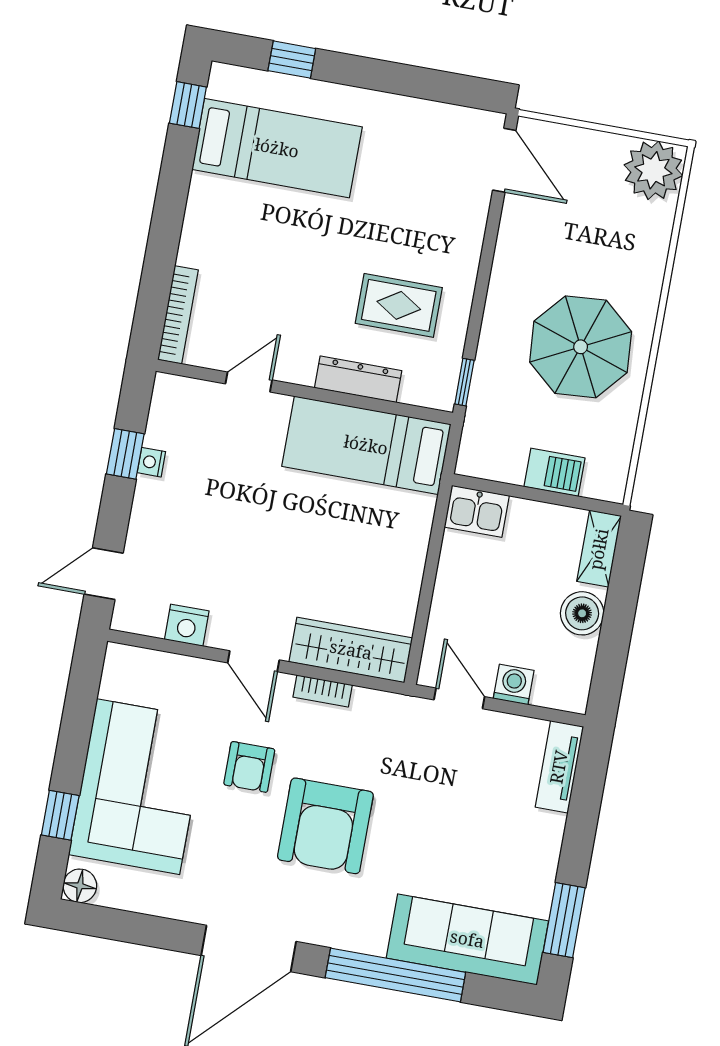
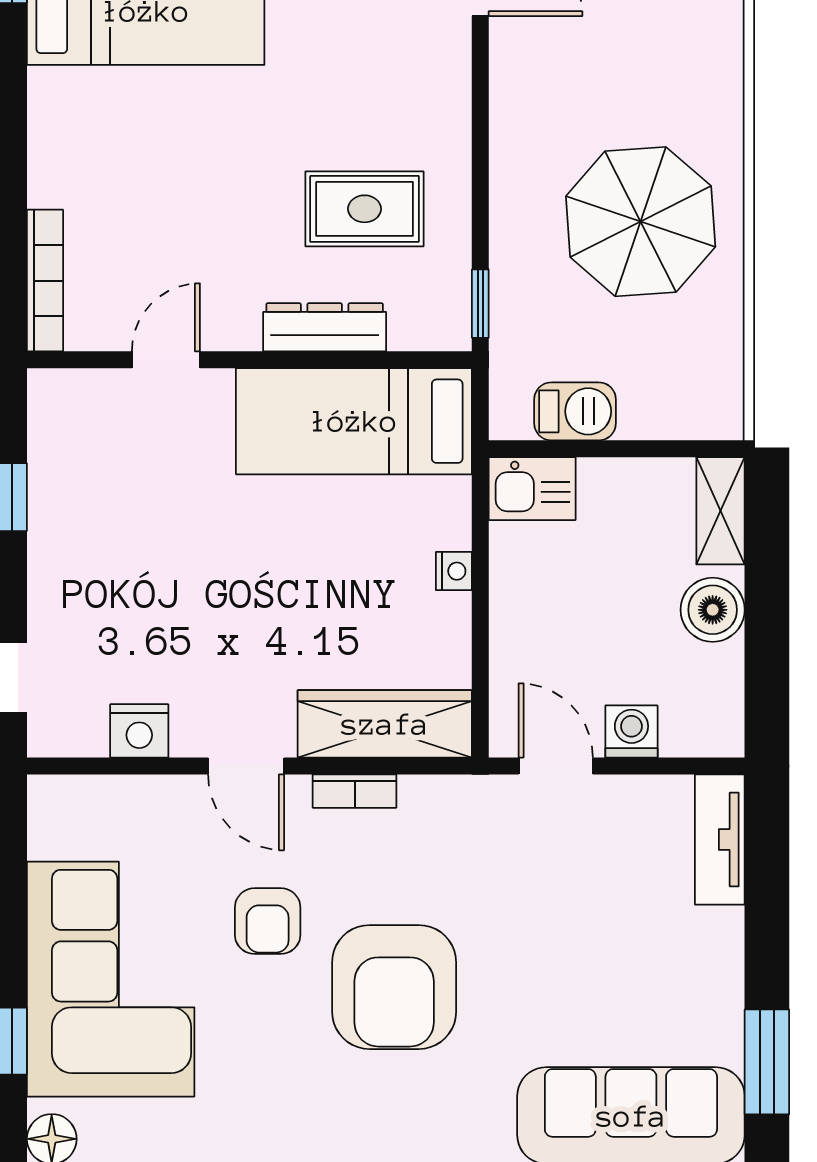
nightstand: (151, 462) -> (454, 571), moved, turned 180
barbecue: (554, 472) -> (575, 411), moved

